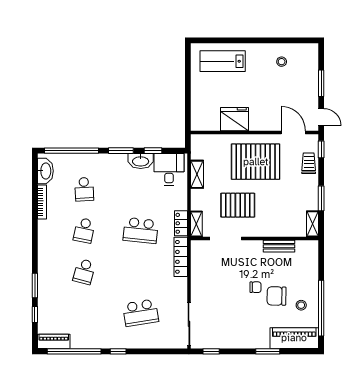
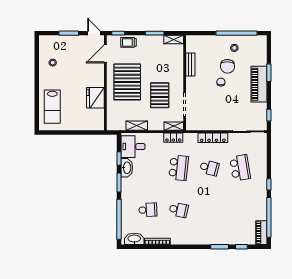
door: (321, 117) -> (94, 33), hinge flipped
locker: (181, 257) -> (213, 138), moved
school desk: (84, 272) -> (209, 168), moved
piano: (294, 338) -> (259, 84), moved

